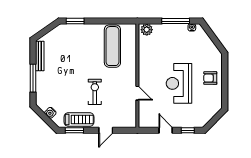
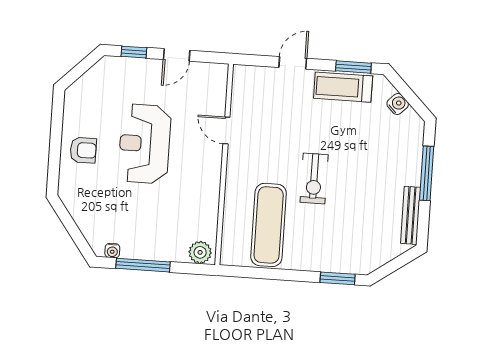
reception desk: (179, 83) -> (145, 144), turned 180
exercise bike: (95, 92) -> (314, 179), moved
door: (166, 130) -> (177, 55), hinge flipped

